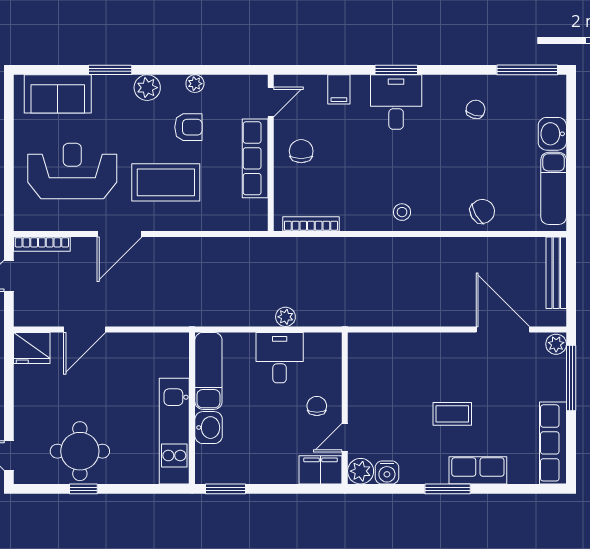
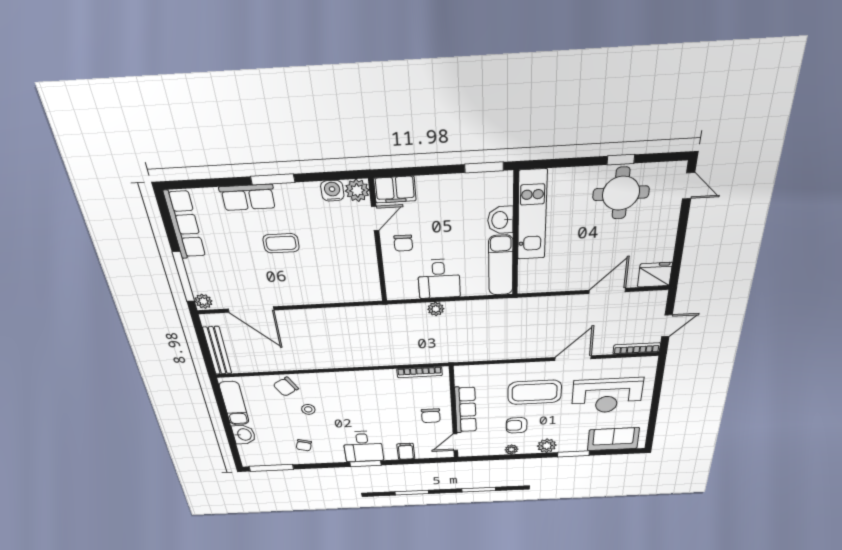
stool: (402, 212) -> (308, 409), moved

